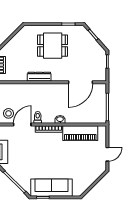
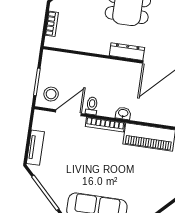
dresser: (39, 77) -> (127, 52), moved

